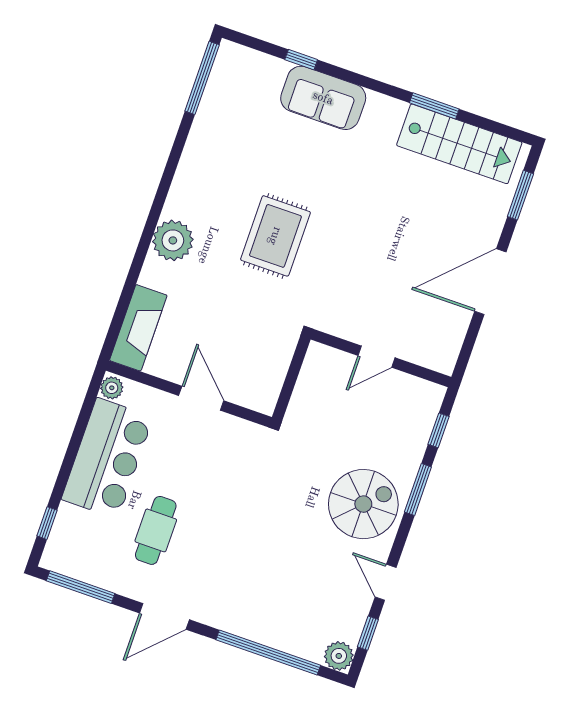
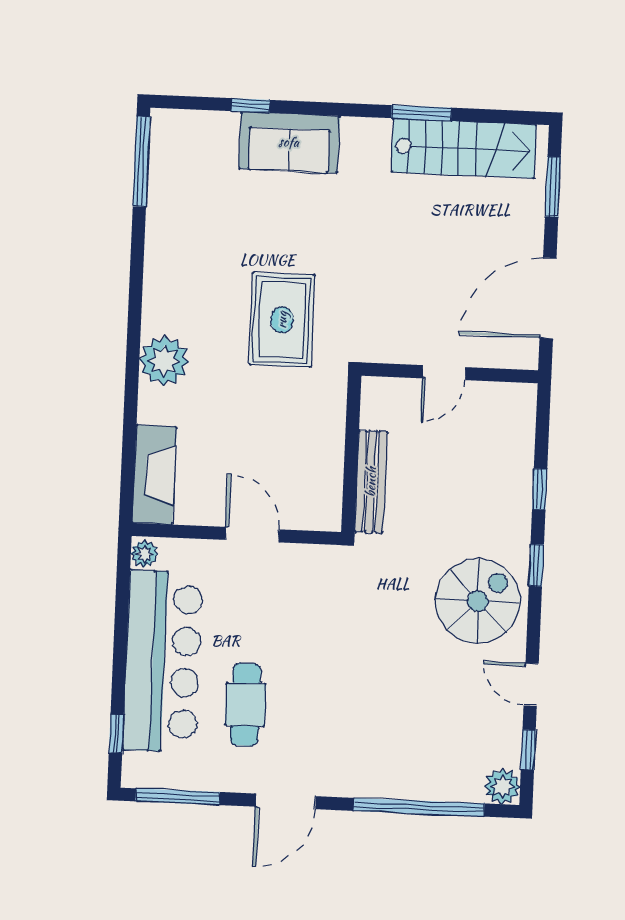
door: (376, 357) -> (444, 373), moved
wall: (381, 358) -> (450, 373), moved
bench: (307, 385) -> (371, 482), added
bar counter: (107, 458) -> (163, 661), width x1.36
window: (418, 490) -> (536, 565), width x0.67

